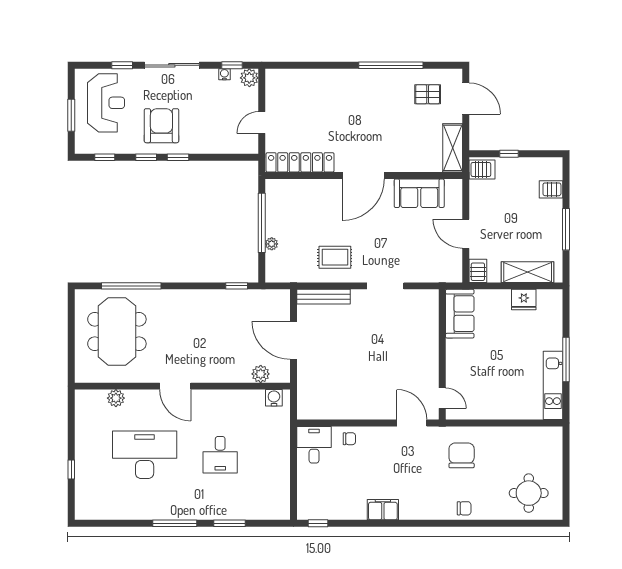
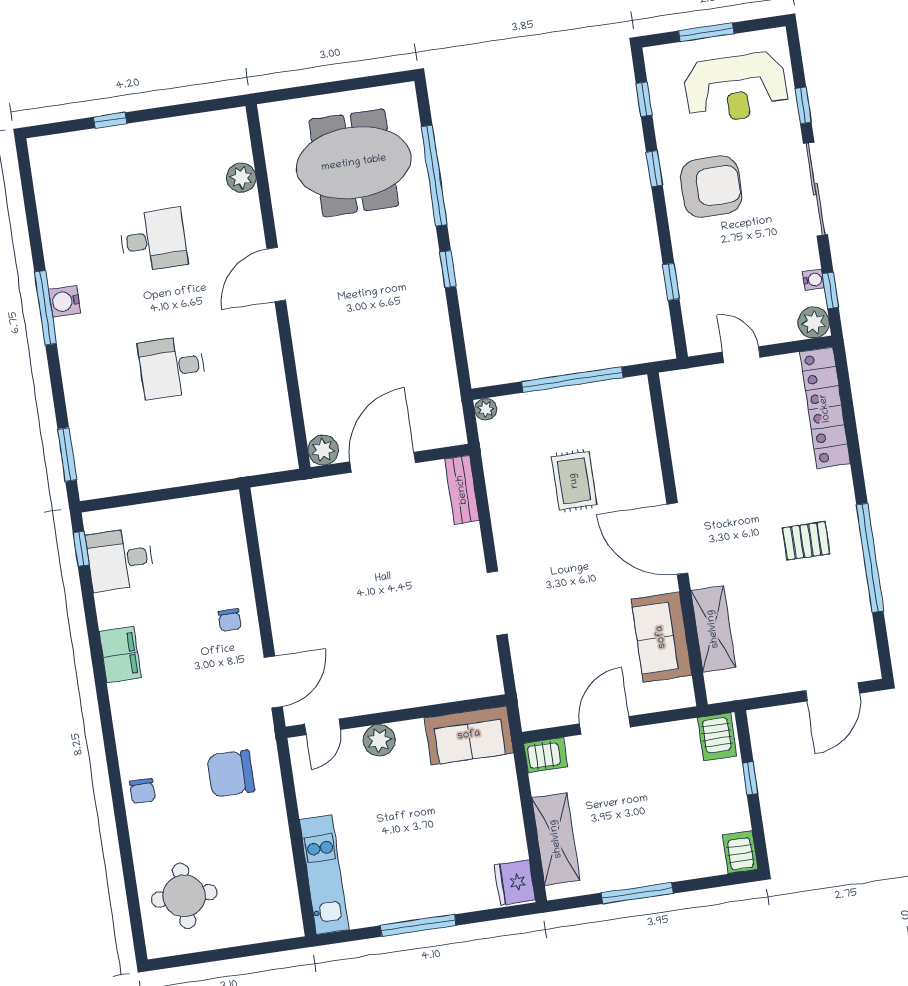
pallet: (428, 94) -> (806, 541), moved, turned 90
shelving: (453, 148) -> (713, 629), moved, turned 90
window: (178, 157) -> (671, 282), moved
locker: (300, 162) -> (825, 408), moved, turned 180
server rack: (551, 189) -> (740, 852), moved
plant: (272, 244) -> (486, 409), moved
rug: (335, 257) -> (574, 481), moved
window: (237, 286) -> (448, 269), moved
bench: (323, 297) -> (462, 490), width x0.73
fridge: (524, 300) -> (515, 882), moved
plant: (455, 366) -> (379, 740), added
plant: (261, 374) -> (323, 450), moved
kitchen unit: (553, 385) -> (324, 875), moved, turned 90
water cooler: (274, 398) -> (65, 301), moved, turned 180
chair: (349, 439) -> (230, 620), moved
desk: (314, 445) -> (120, 559), moved, turned 180
desk: (145, 455) -> (153, 240), width x0.53, depth x0.77
chair: (462, 455) -> (231, 774), turned 180
window: (230, 523) -> (67, 455), moved

